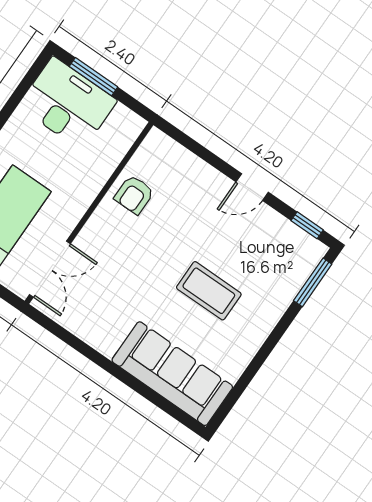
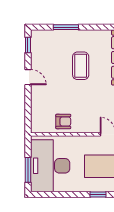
desk: (68, 103) -> (50, 166), width x1.36, depth x1.30
window: (313, 282) -> (66, 27), moved

